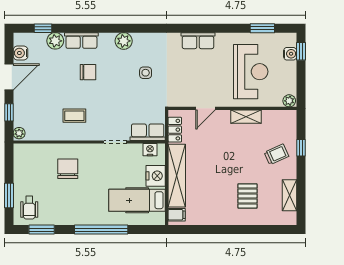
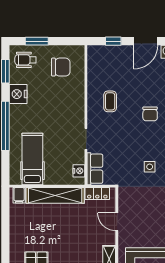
door: (9, 77) -> (146, 41), hinge flipped
plant: (19, 133) -> (94, 51), removed
chair: (68, 169) -> (61, 67), moved
nightstand: (156, 176) -> (18, 94), moved, turned 90

